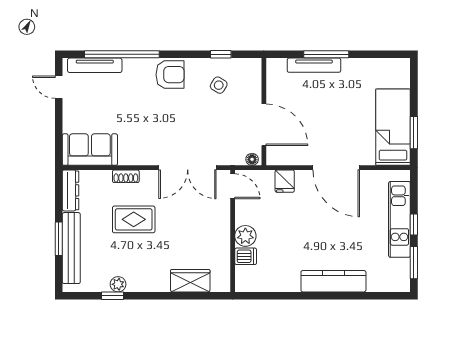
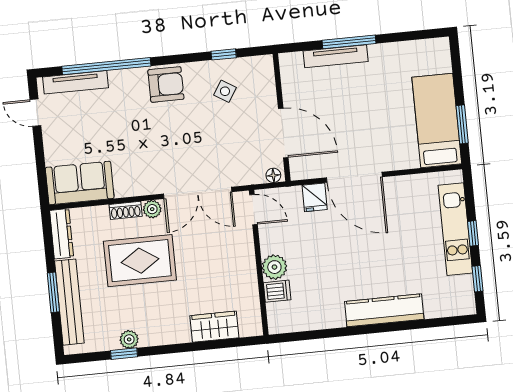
door: (336, 168) -> (354, 177), moved
plant: (148, 177) -> (152, 209), added
rug: (134, 219) -> (140, 261), width x1.36, depth x1.43
window: (414, 263) -> (478, 279), width x0.67

